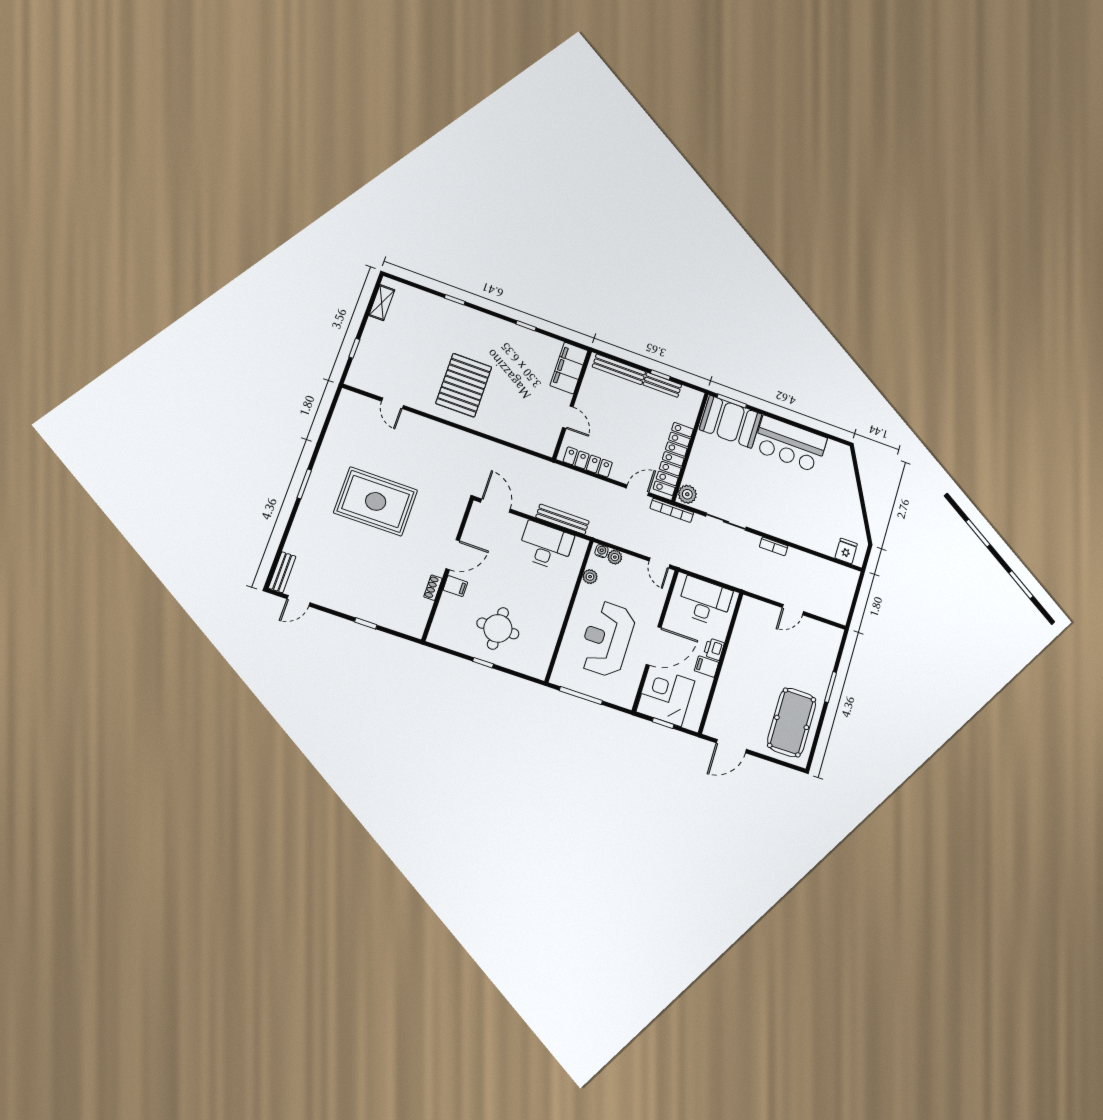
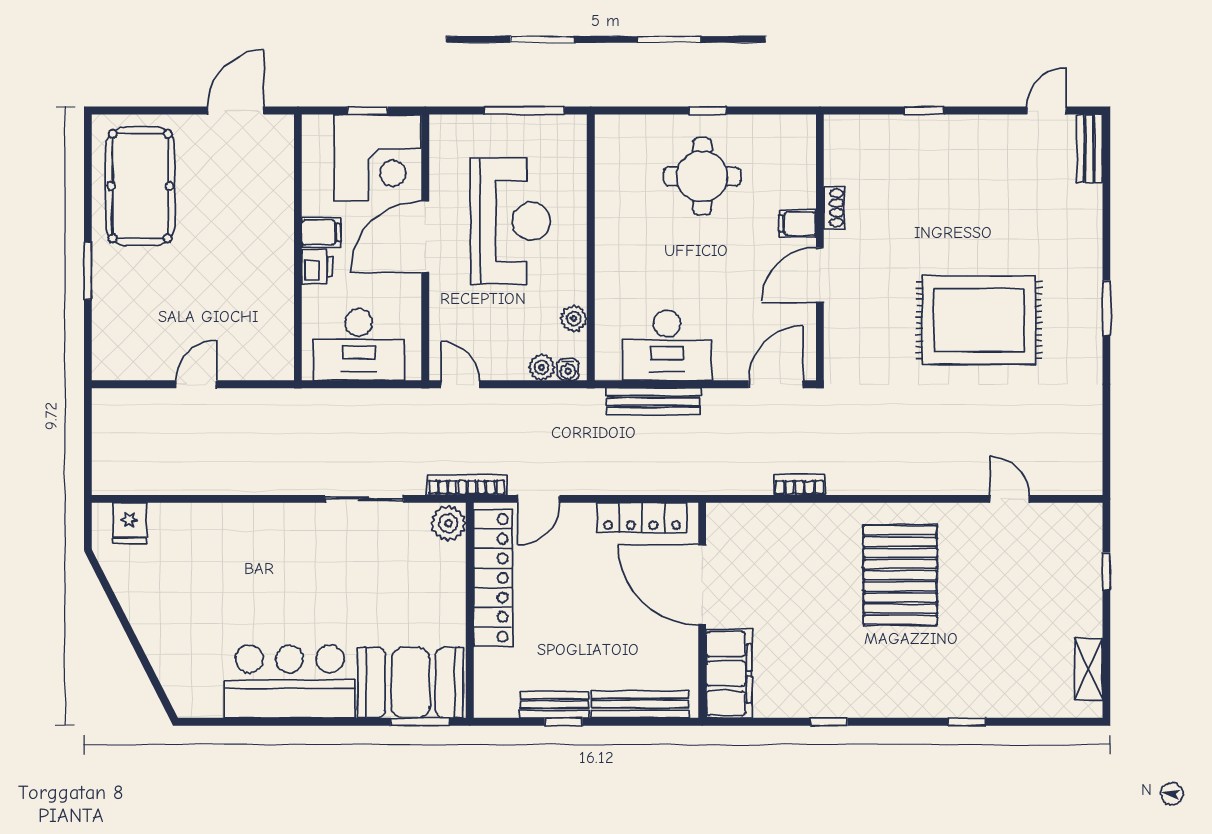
door: (568, 417) -> (702, 585), width x1.88
door: (495, 506) -> (776, 384), swing flipped
bookcase: (774, 546) -> (799, 485), moved

